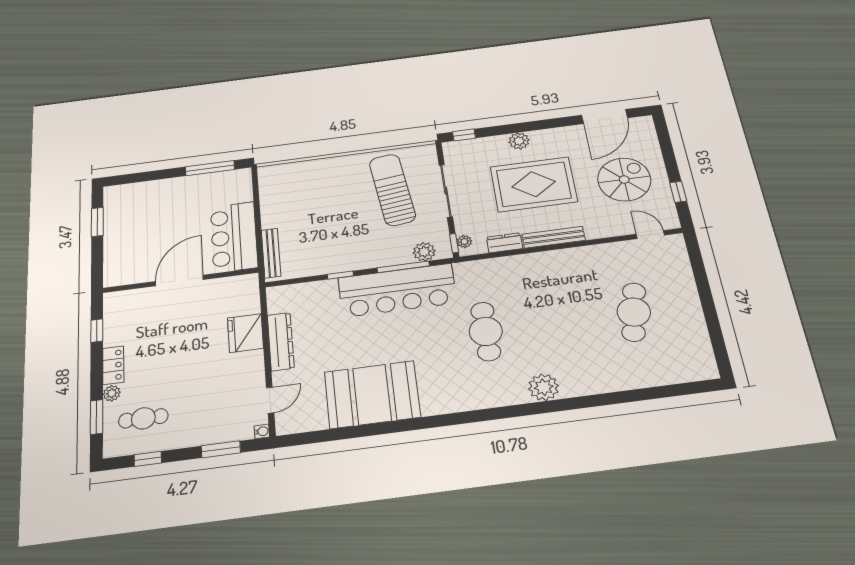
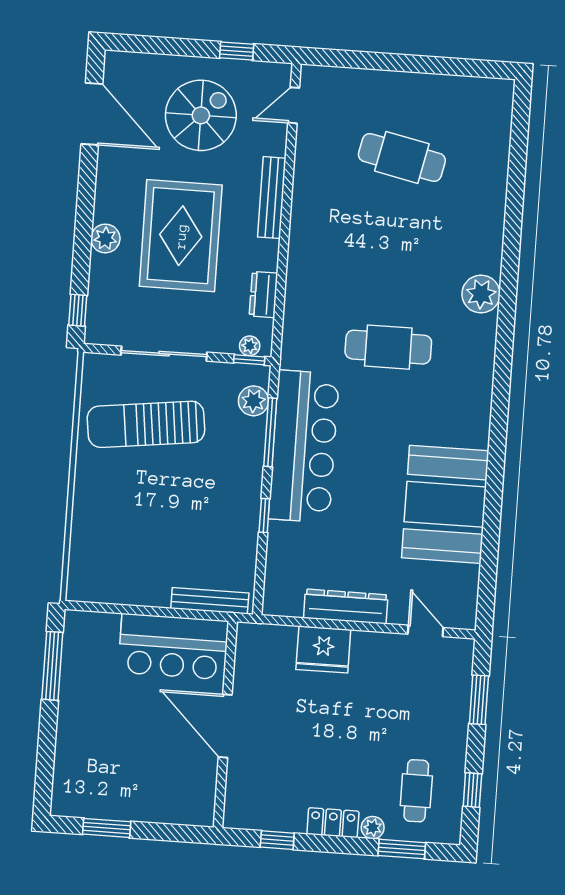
spiral stairs: (624, 180) -> (201, 115), turned 90
bench: (554, 237) -> (272, 198), moved
water cooler: (262, 431) -> (466, 647), removed

